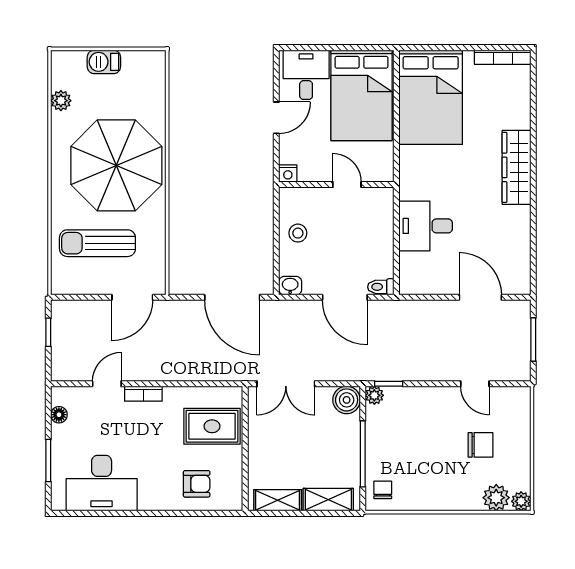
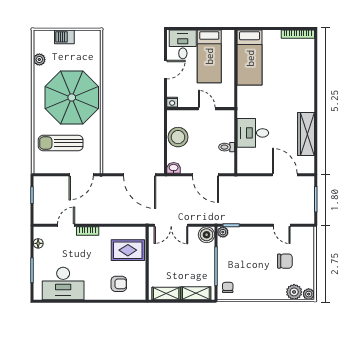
bed: (361, 95) -> (209, 56), width x0.67
bed: (431, 97) -> (250, 58), width x0.67
wardrobe: (517, 167) -> (306, 134), moved
stool: (298, 233) -> (178, 137), width x1.89, depth x1.89
toilet: (381, 287) -> (227, 147), moved

